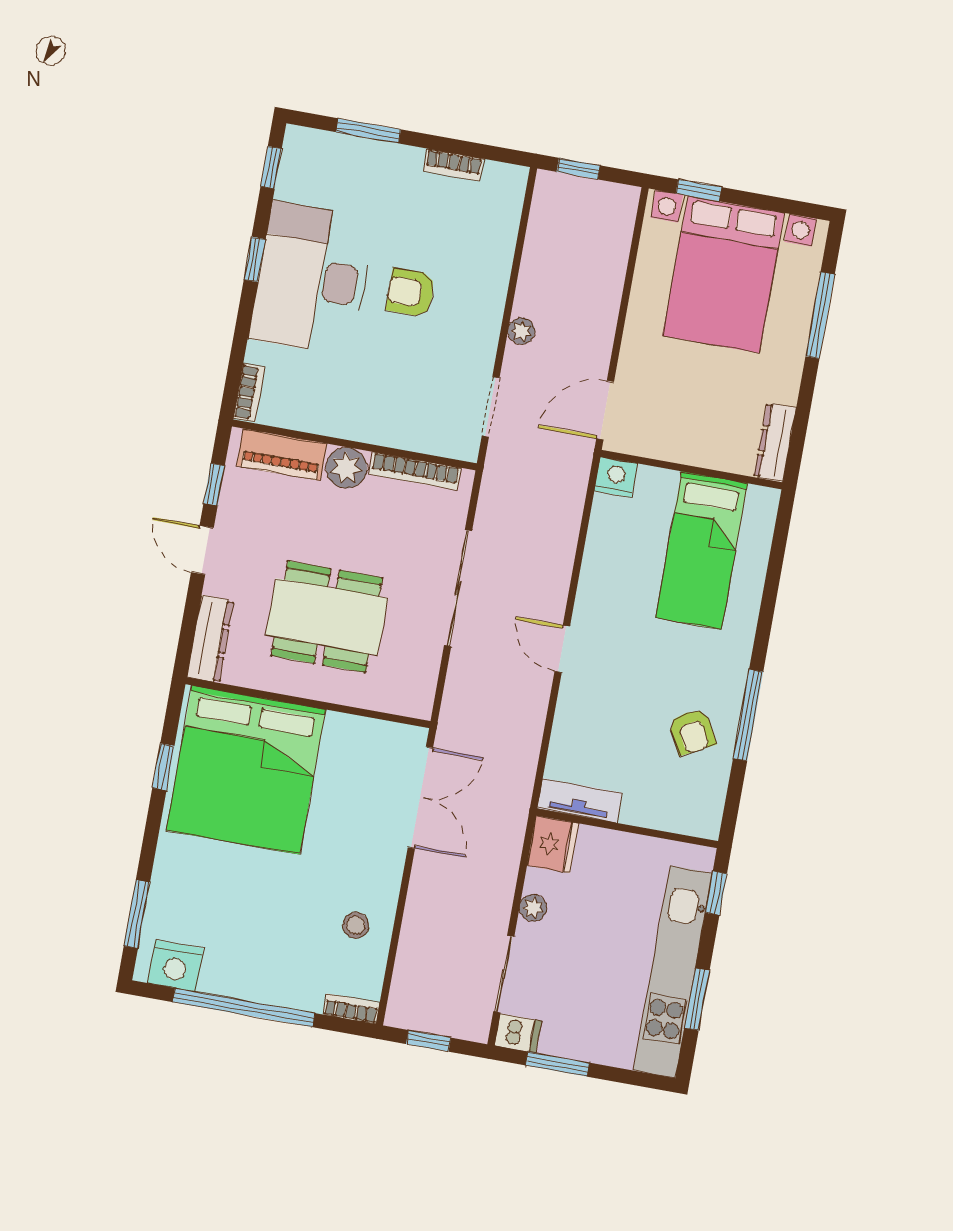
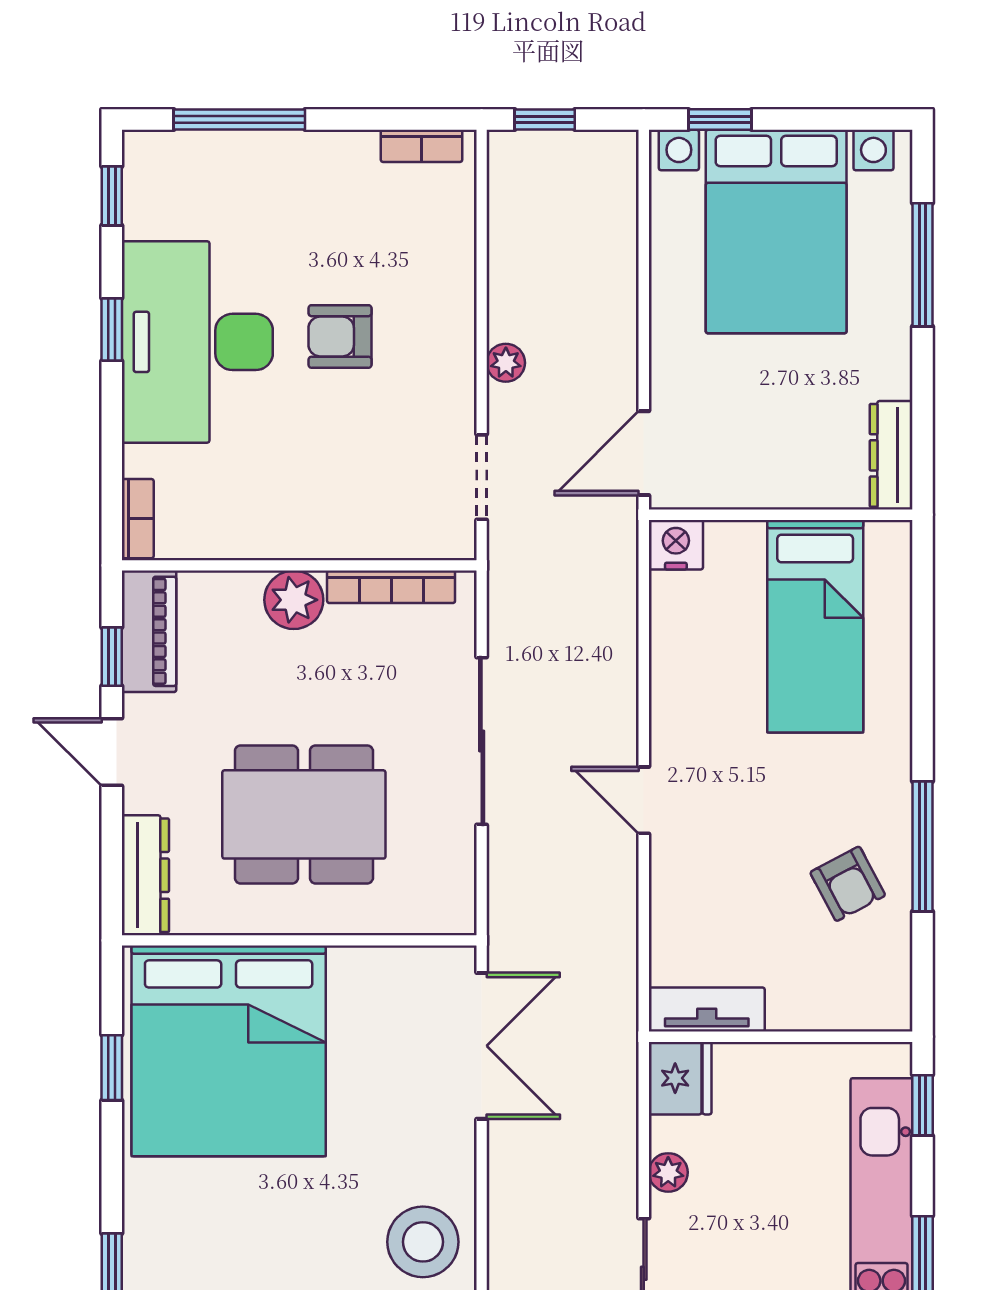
window: (368, 131) -> (239, 119), width x1.44
bookcase: (453, 165) -> (422, 146), moved
piano: (282, 455) -> (149, 631), moved, turned -90
stool: (356, 925) -> (423, 1242), width x1.89, depth x1.89

